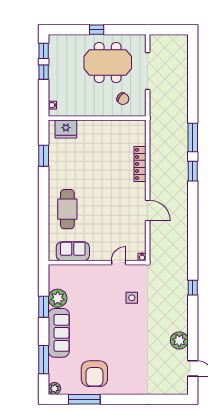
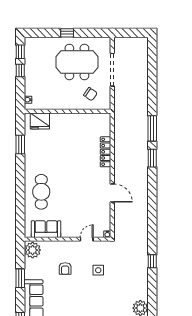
armchair: (94, 296) -> (65, 269), added
plant: (58, 298) -> (33, 250), moved

